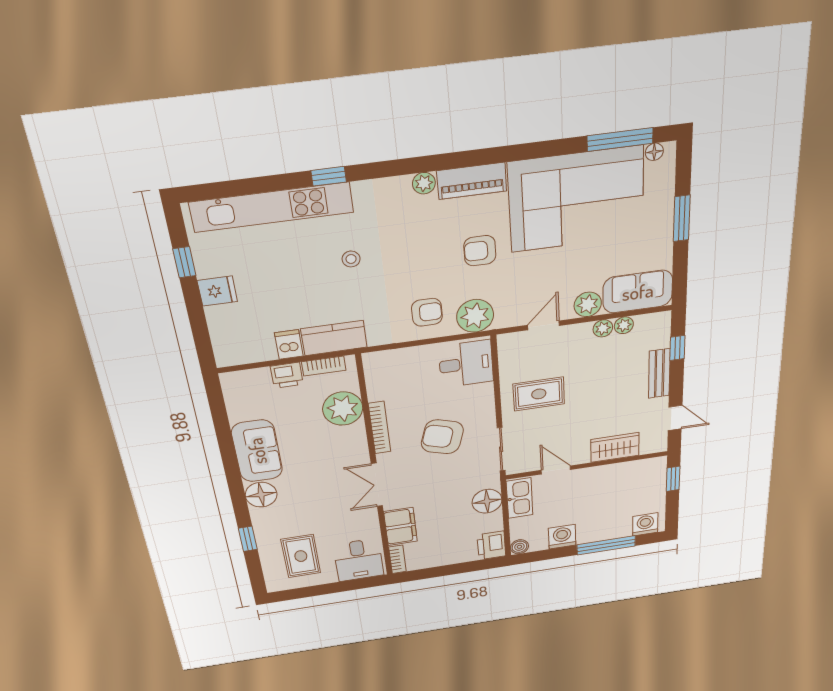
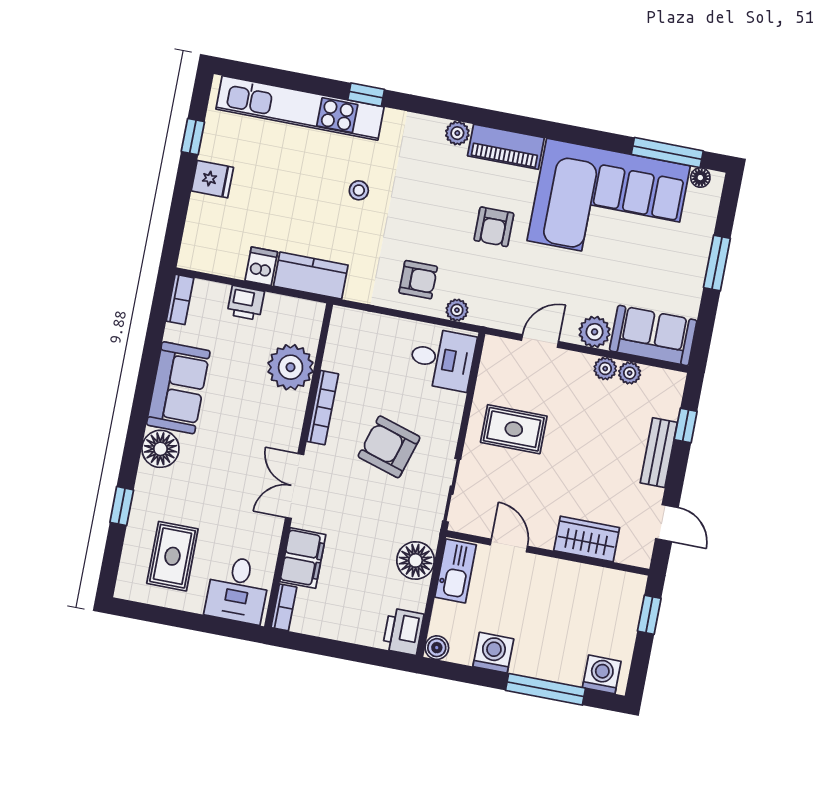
armchair: (480, 251) -> (494, 227), turned -90
plant: (475, 316) -> (457, 310), width x0.53, depth x0.53
bookcase: (324, 366) -> (180, 299), moved, turned -90

